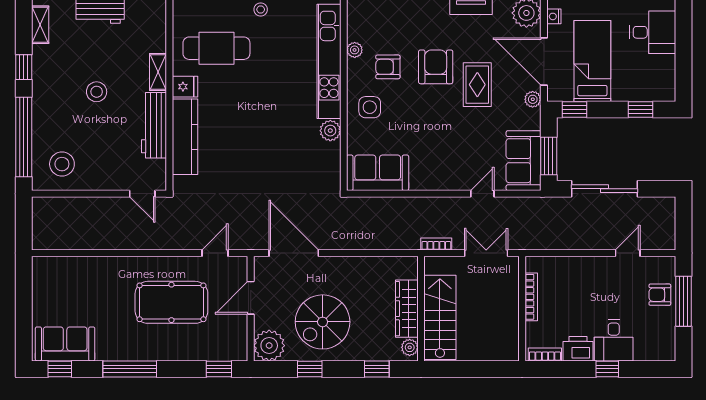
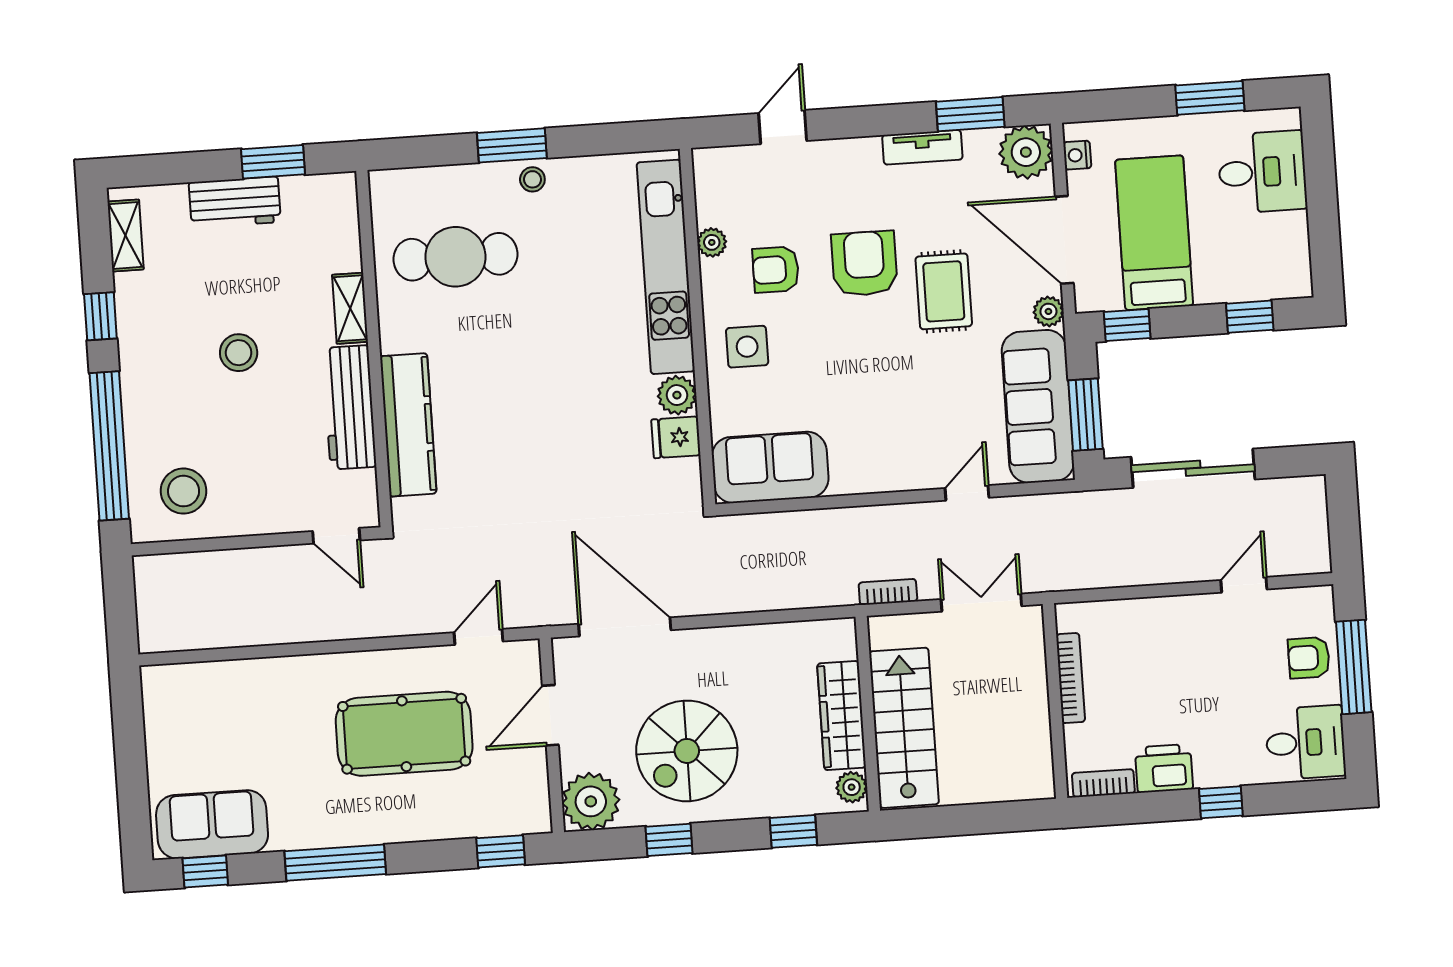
fridge: (185, 87) -> (676, 437), moved, turned 180
sofa: (524, 161) -> (1038, 406), width x1.36
desk: (614, 340) -> (1305, 743), moved, turned -90

